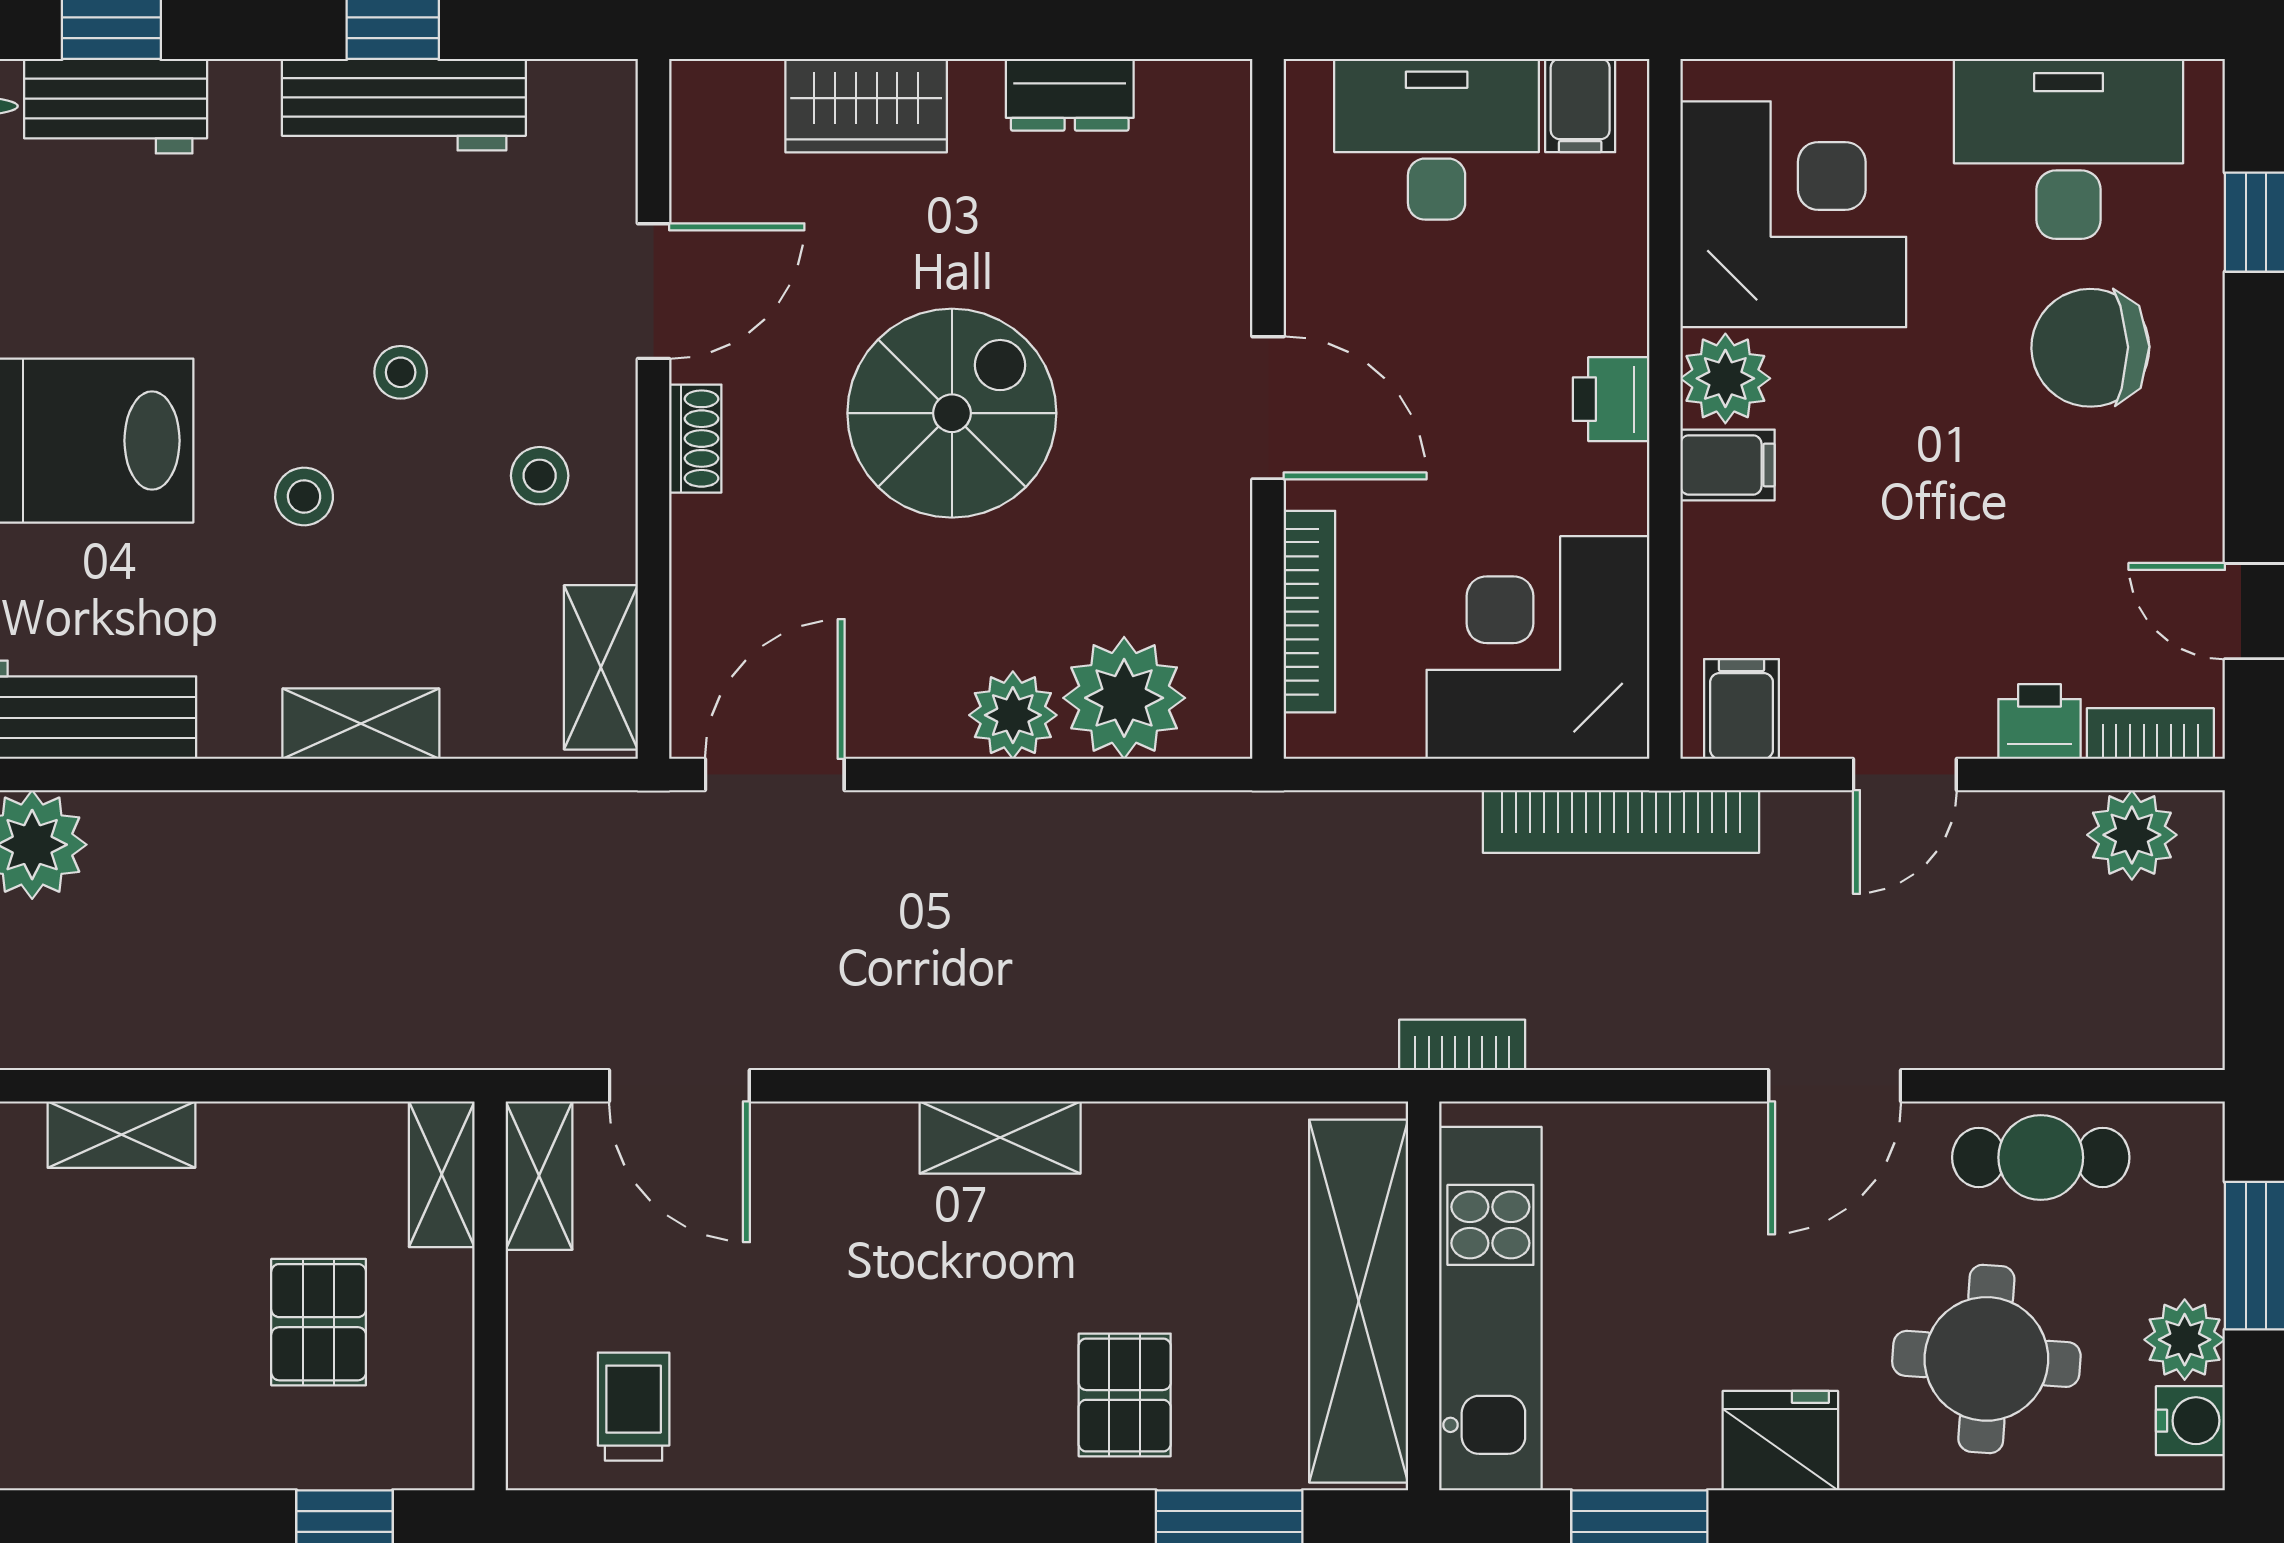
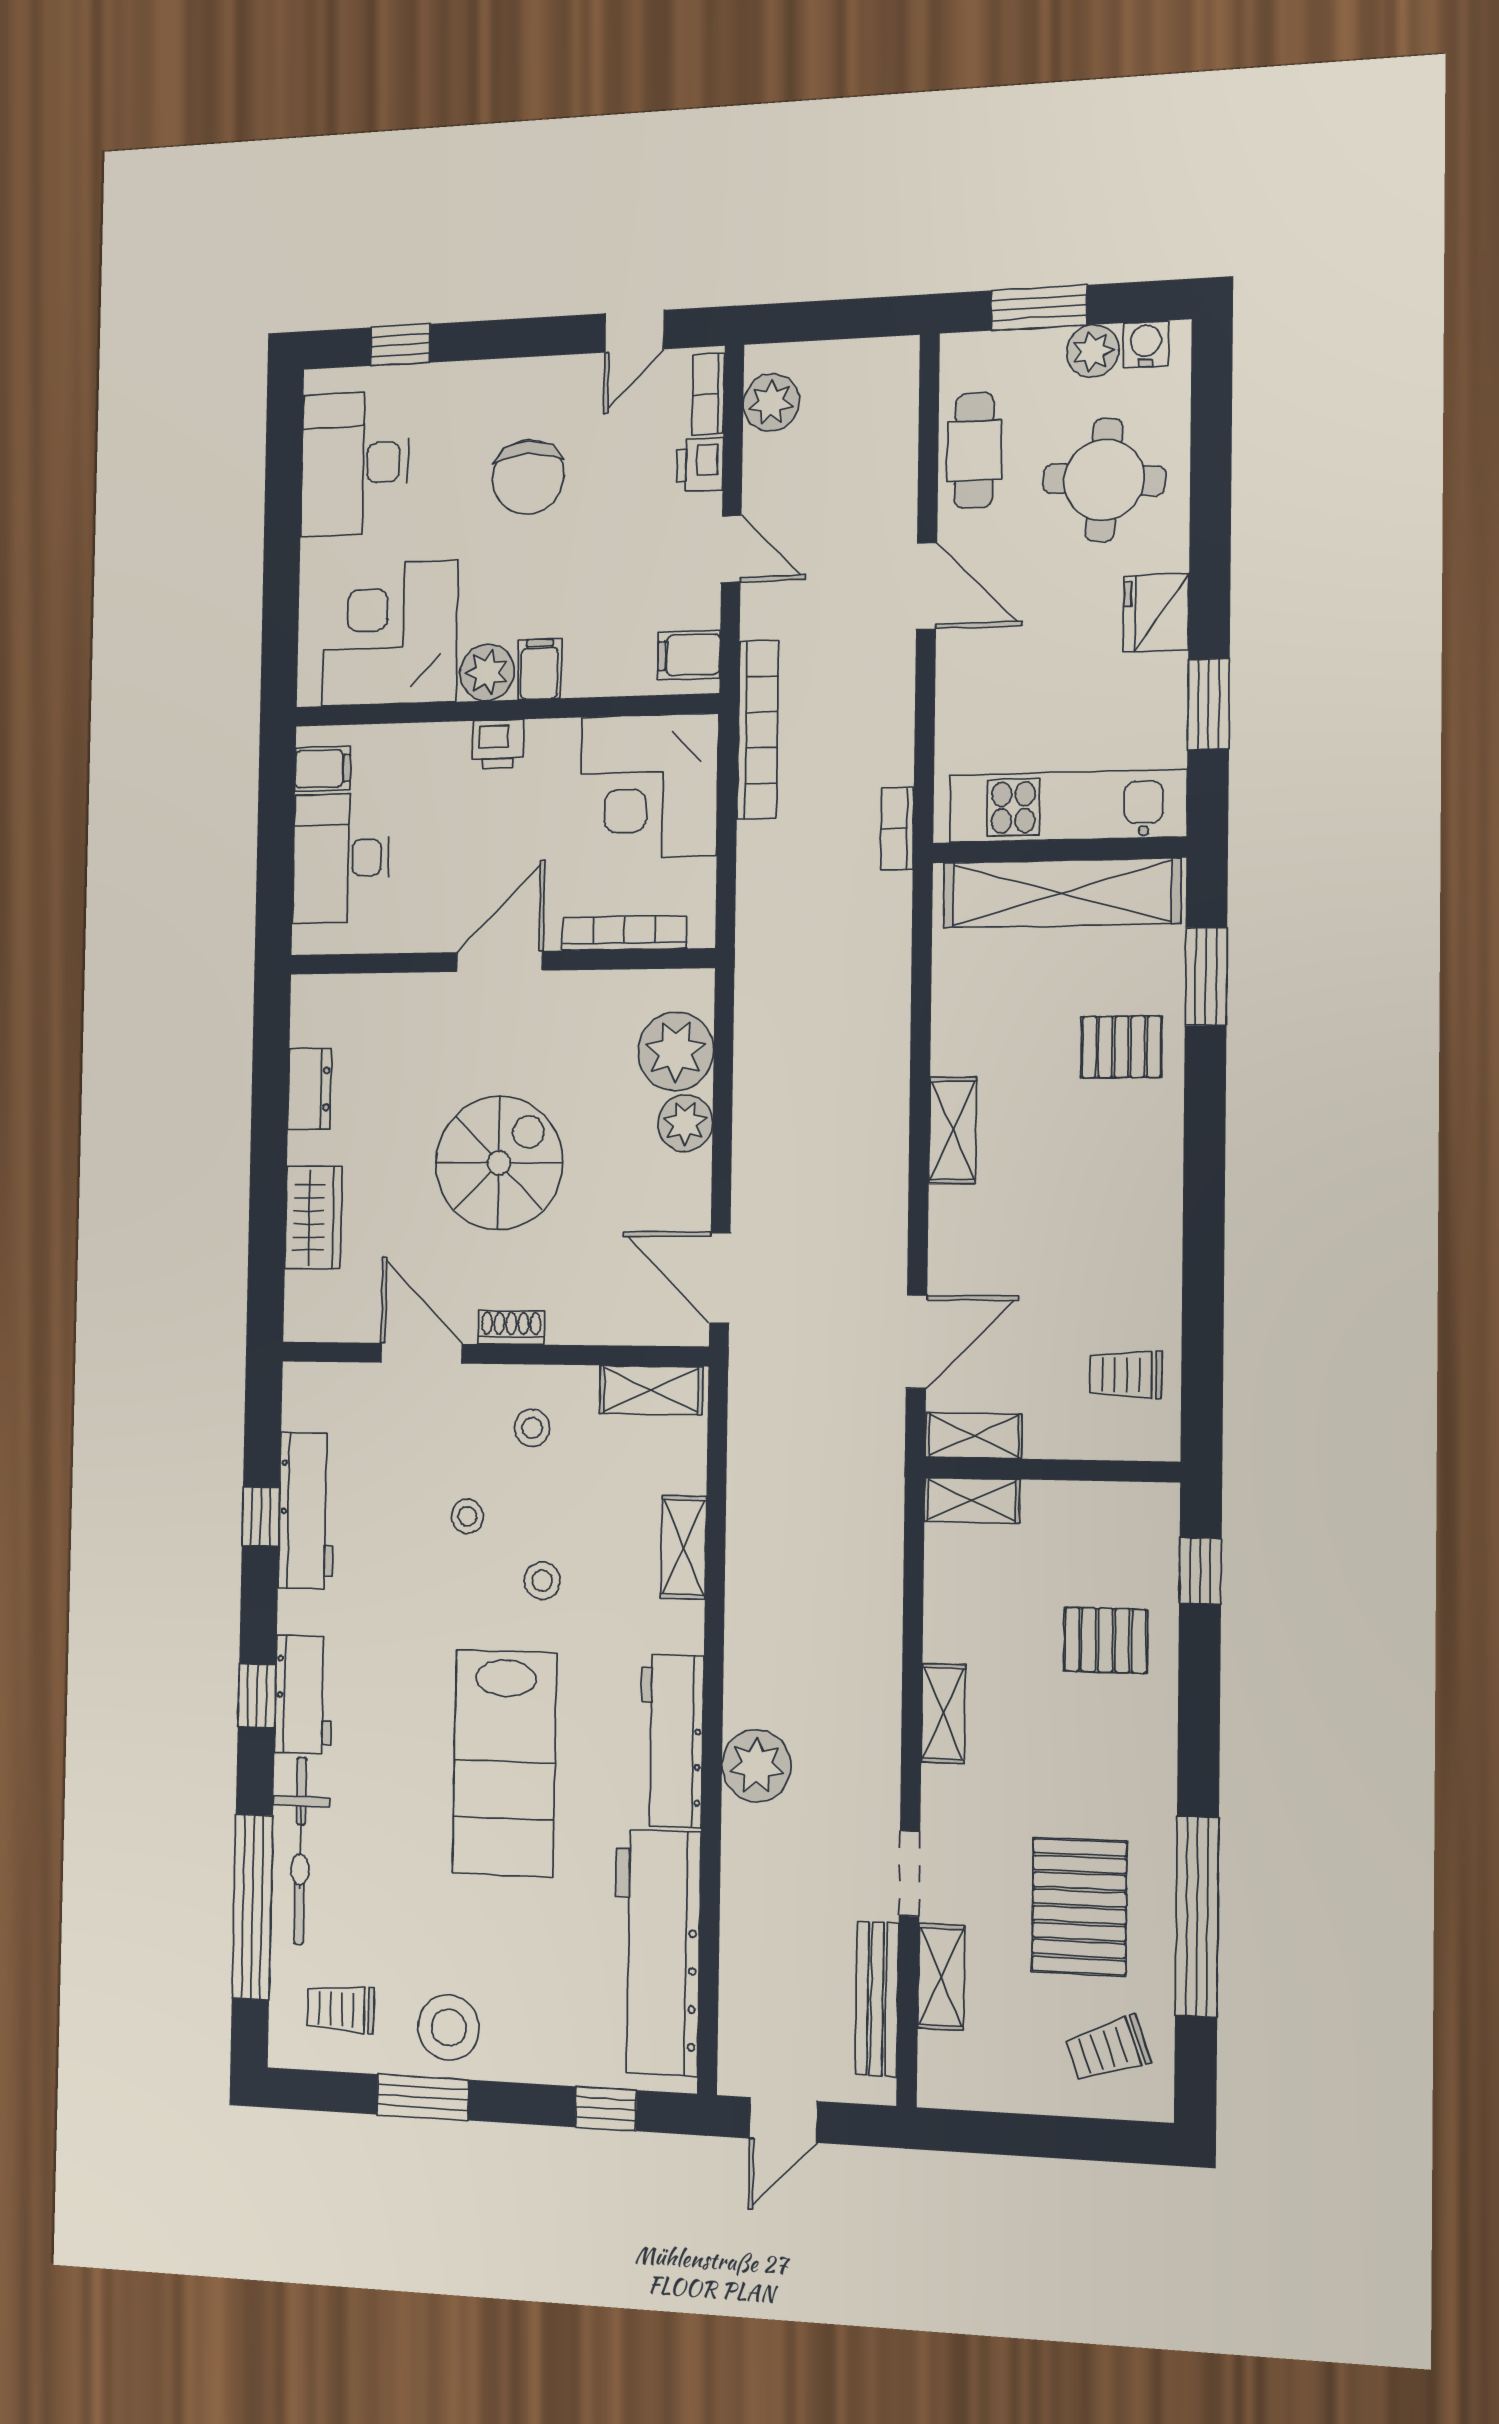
chair: (2090, 348) -> (528, 477), moved
spiral stairs: (952, 413) -> (499, 1163), turned 90
pallet: (319, 1322) -> (1105, 1640), moved

